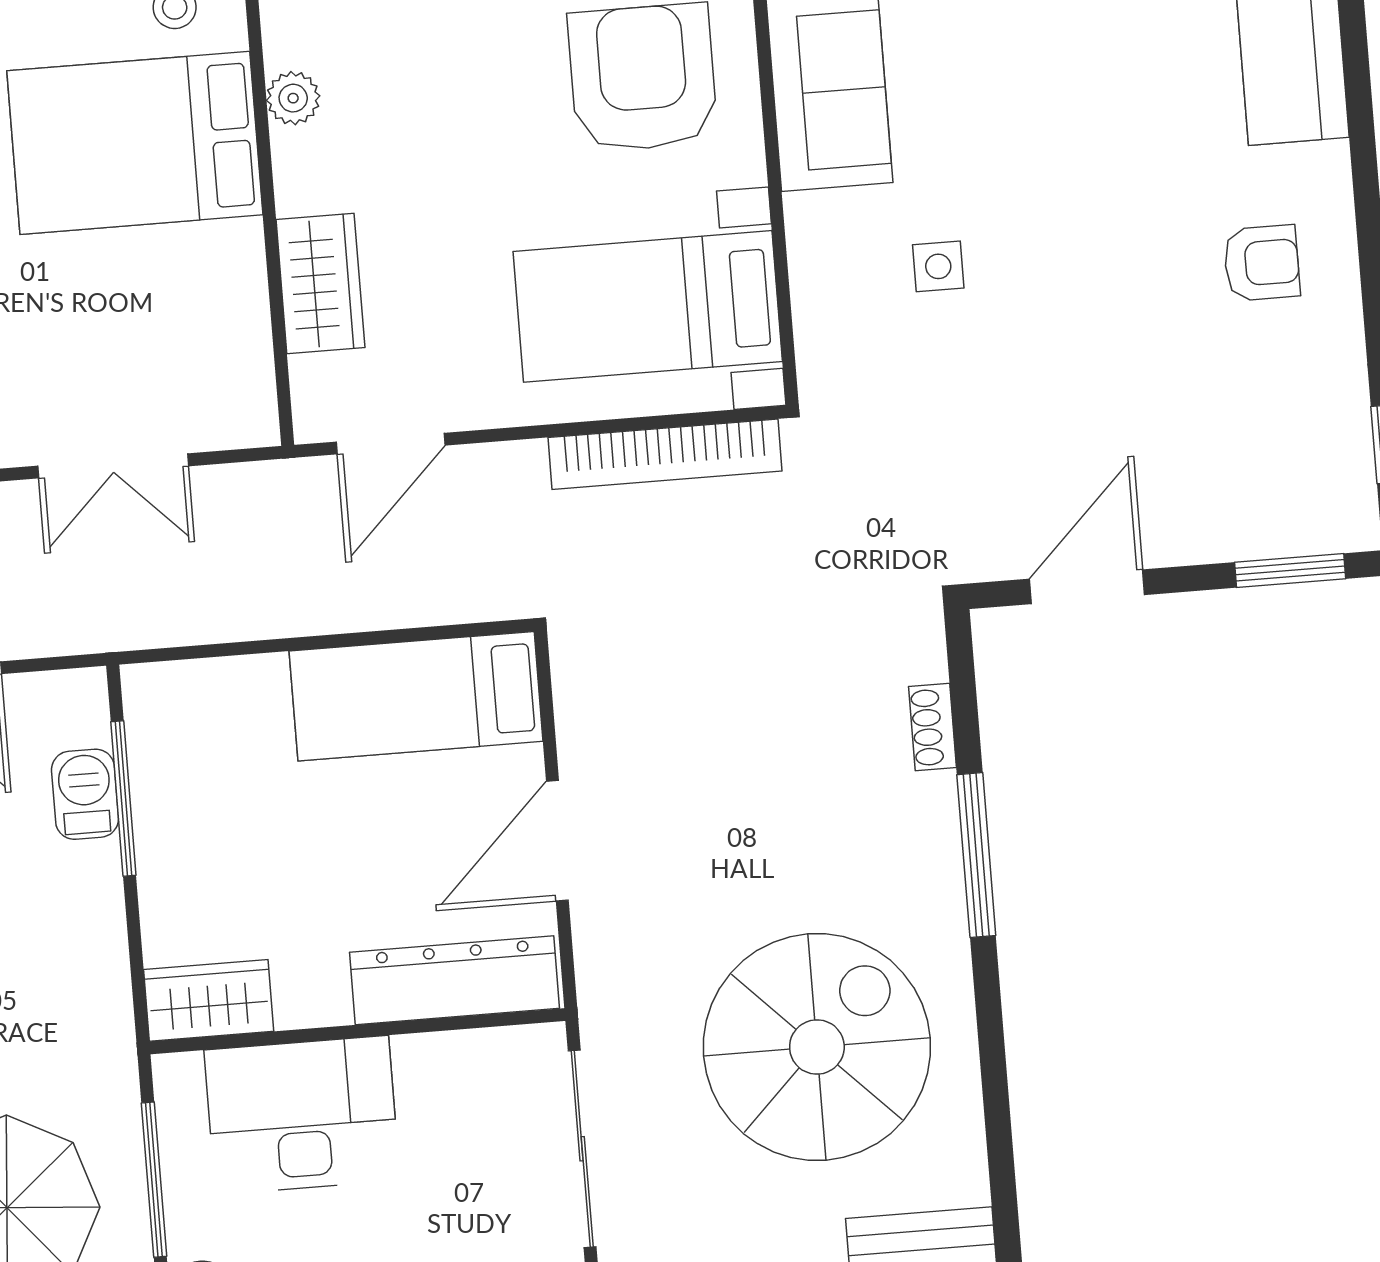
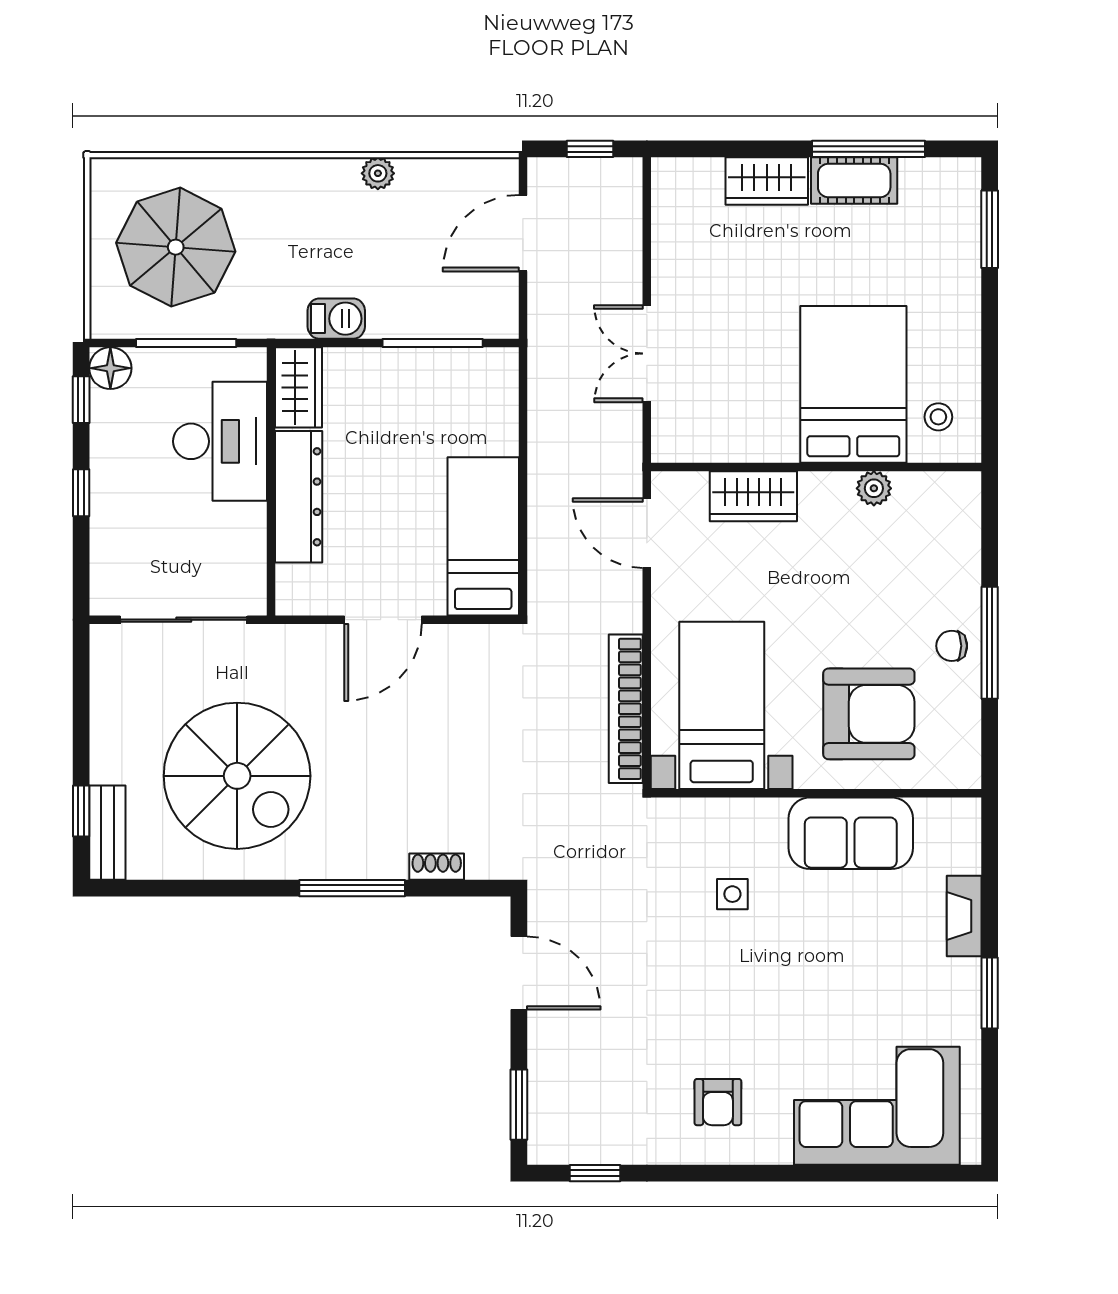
barbecue: (85, 794) -> (336, 319), moved
door: (557, 841) -> (383, 620), swing flipped
dresser: (455, 980) -> (299, 497), moved

